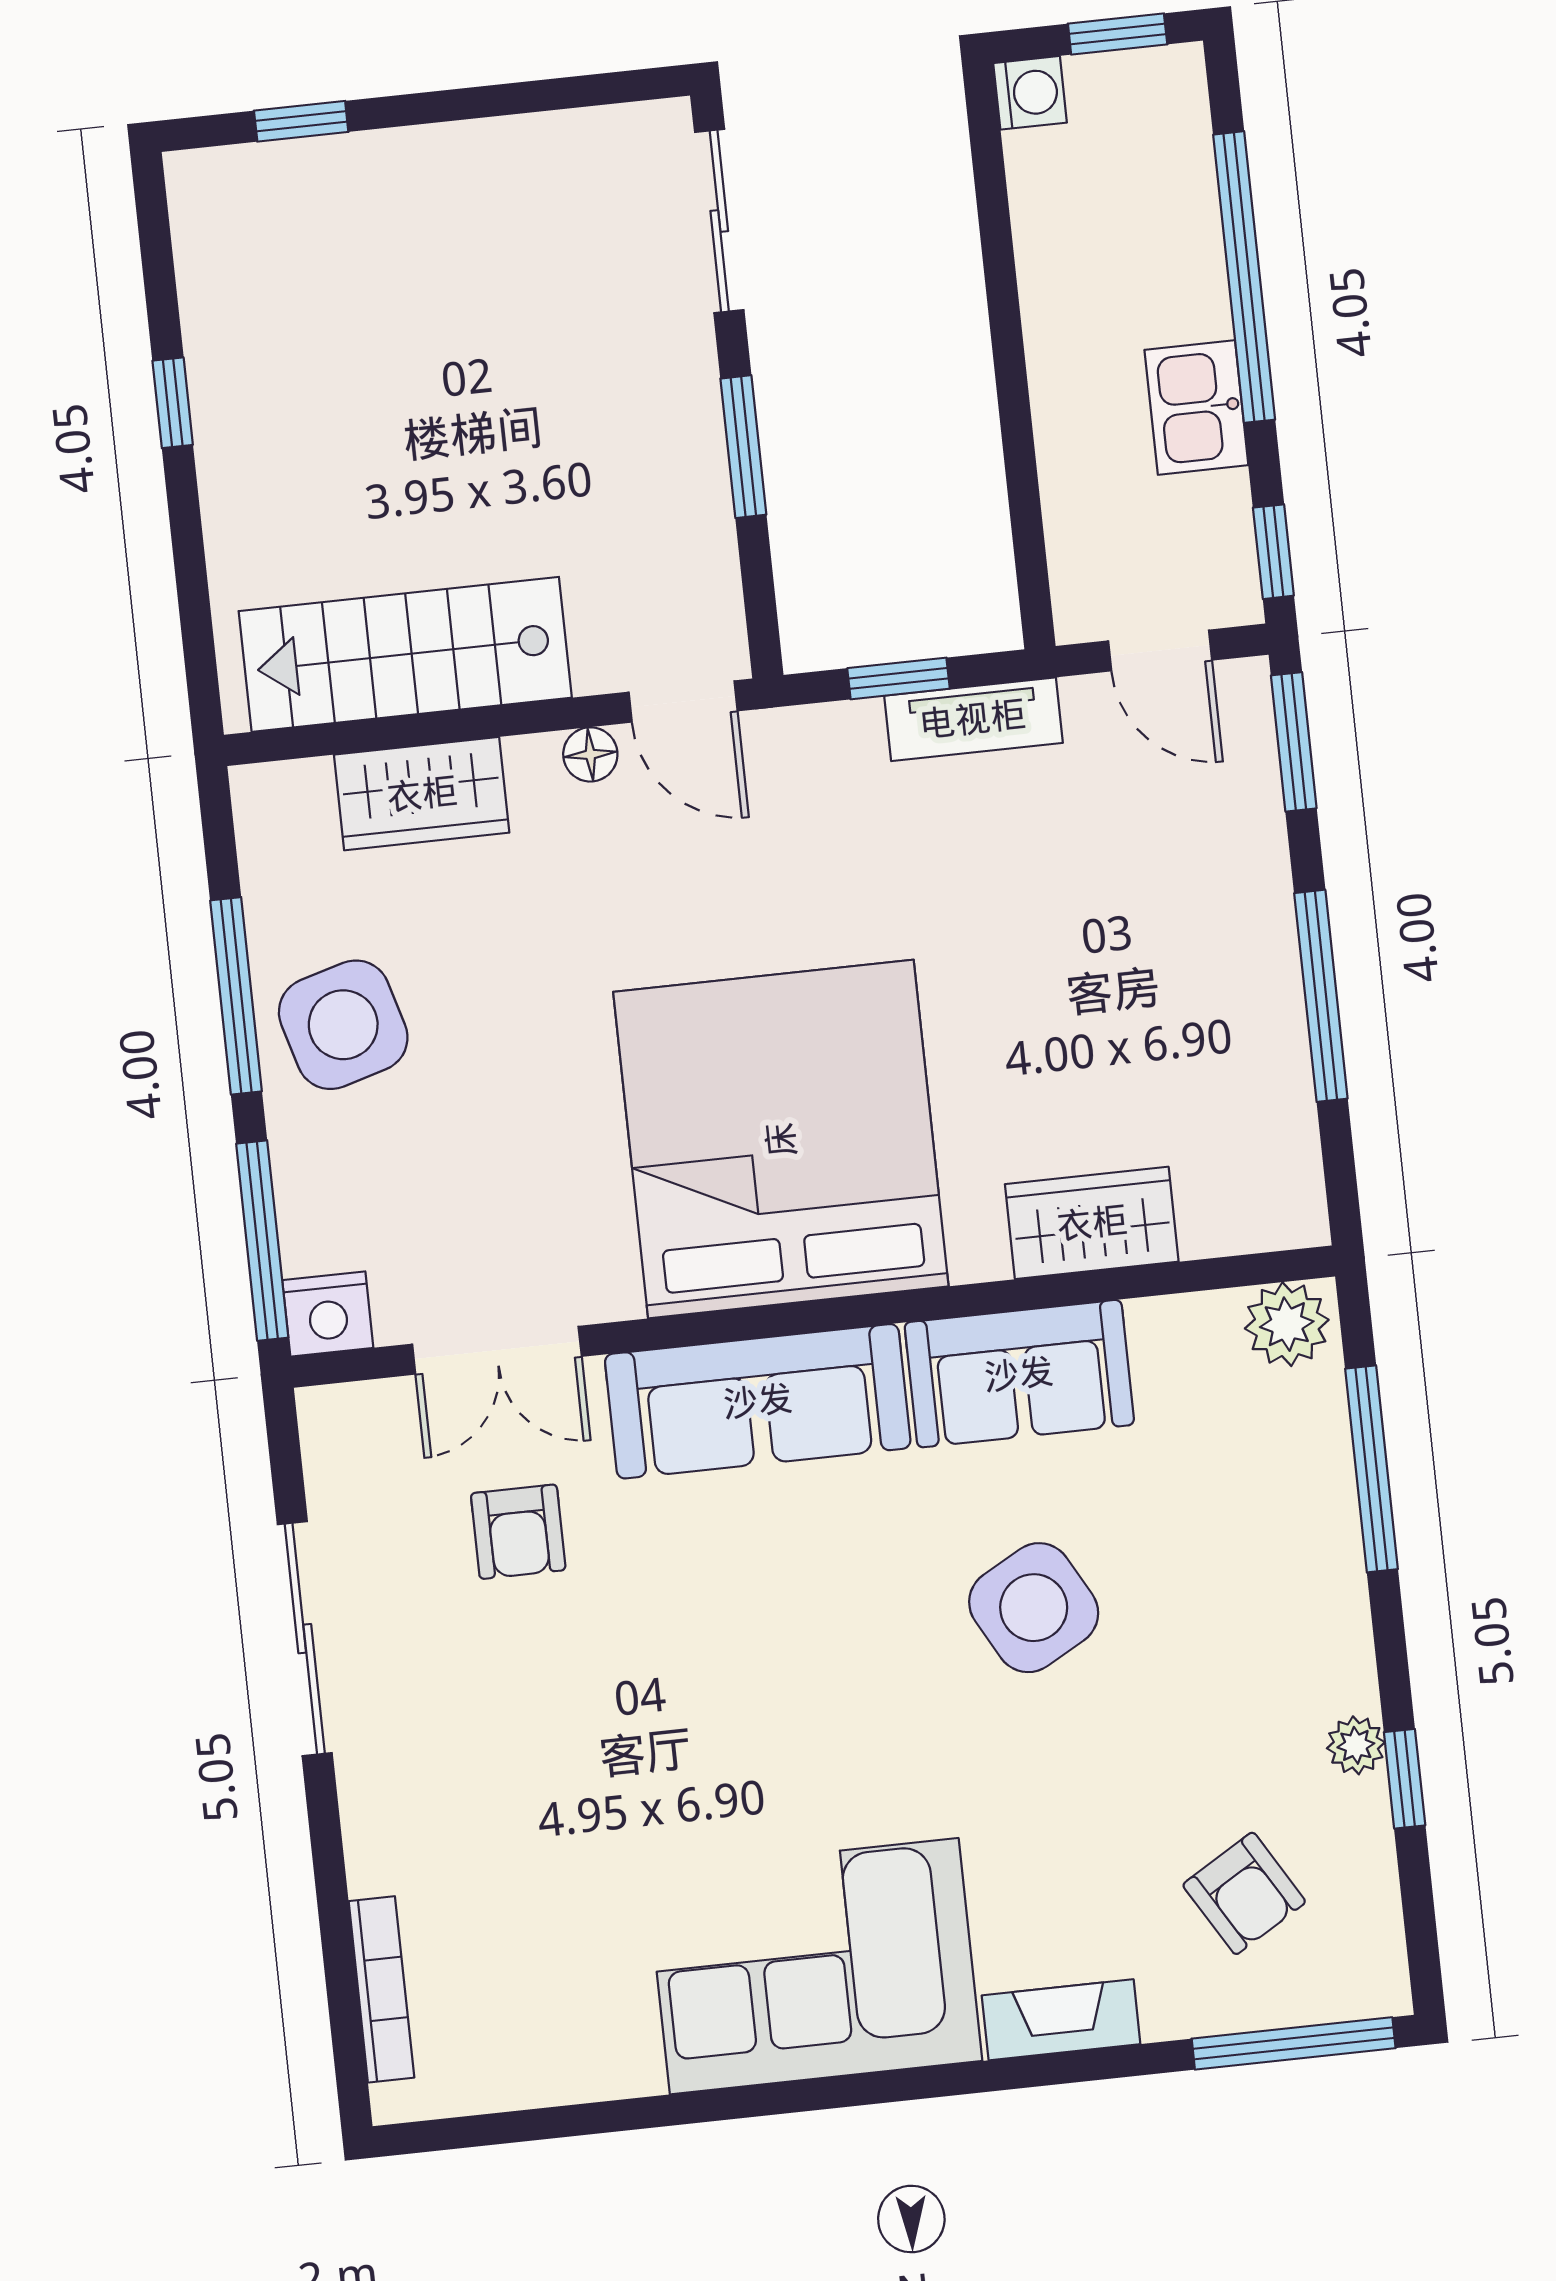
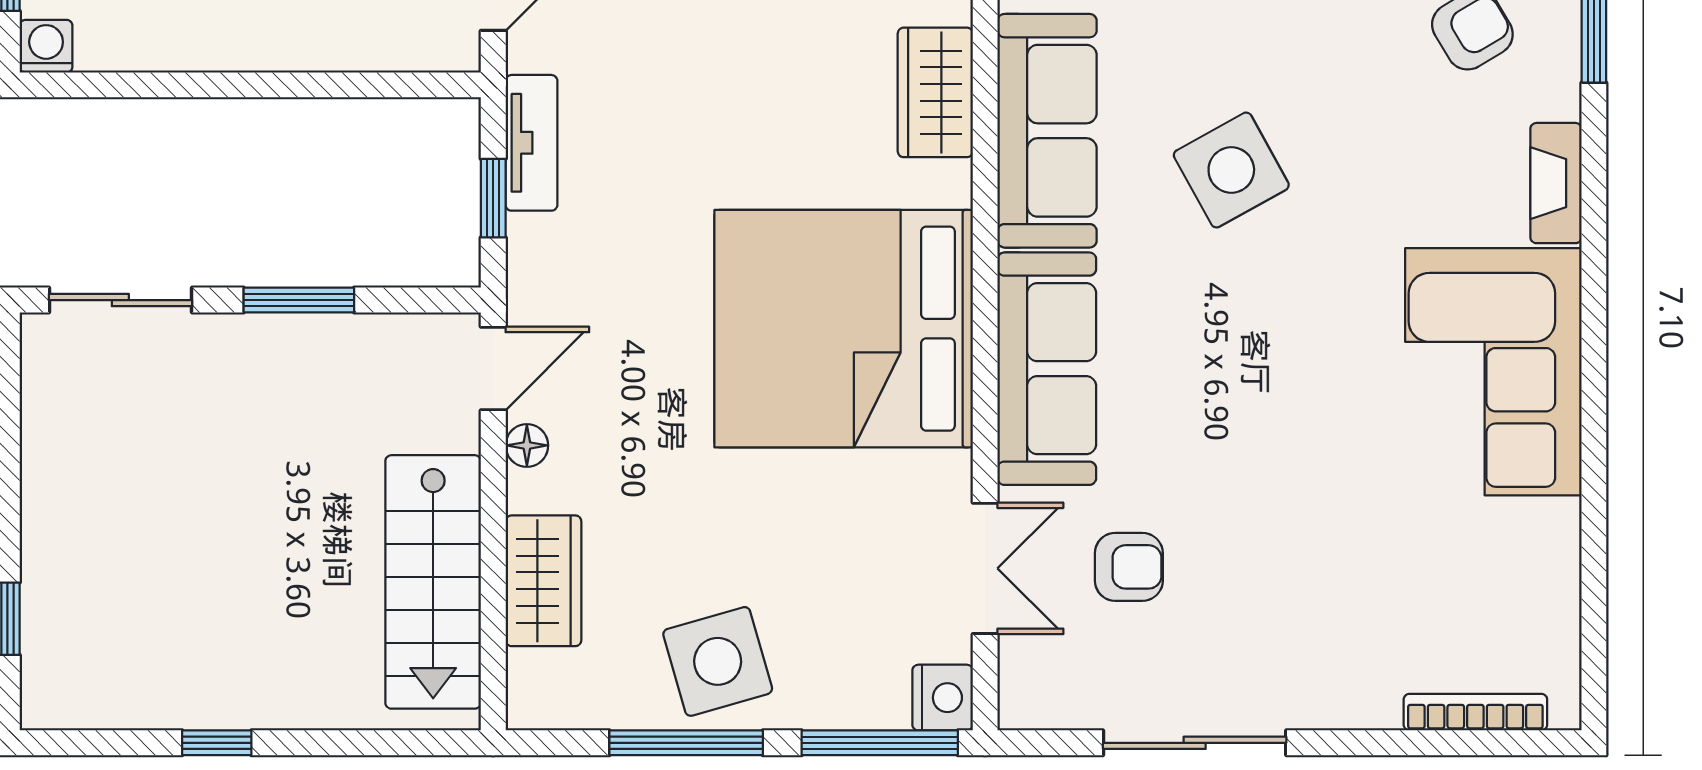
sofa: (1019, 1374) -> (1047, 131), width x1.36

